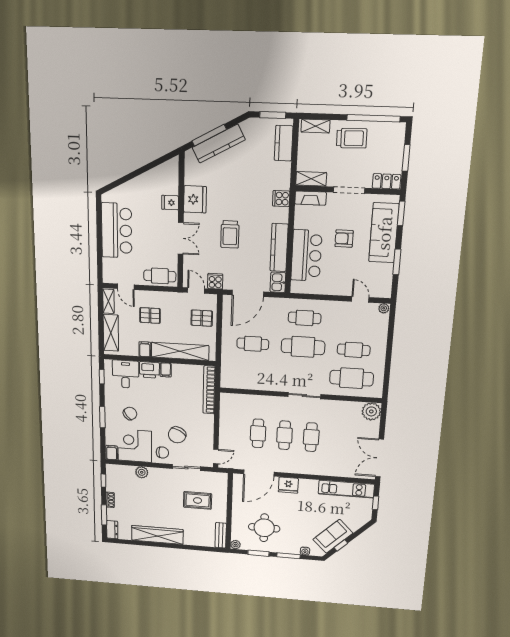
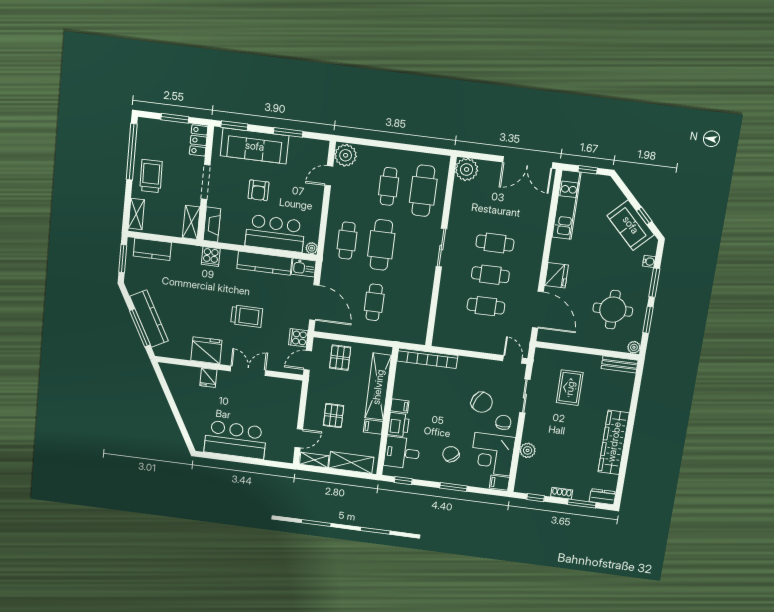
cafe table: (160, 276) -> (289, 399), removed
plant: (296, 288) -> (312, 248), added
plant: (384, 308) -> (346, 155), width x1.88, depth x1.88

